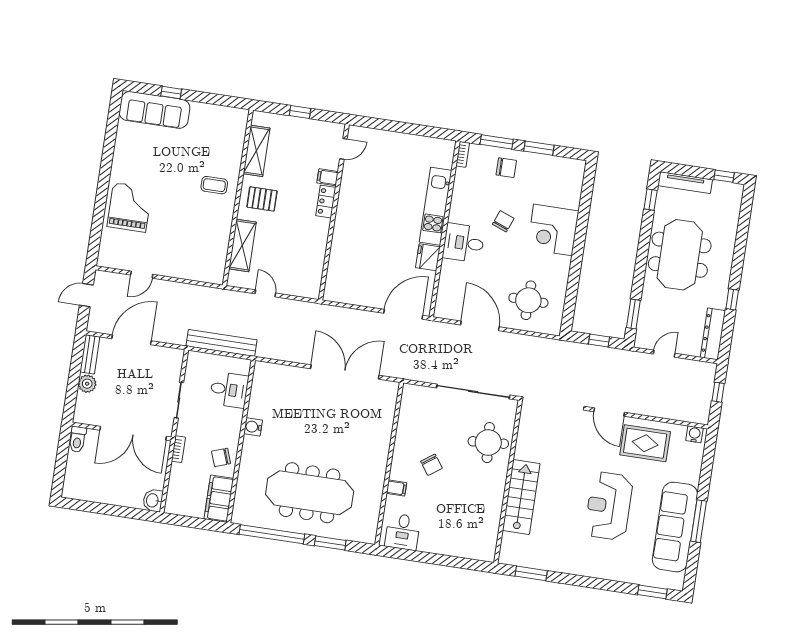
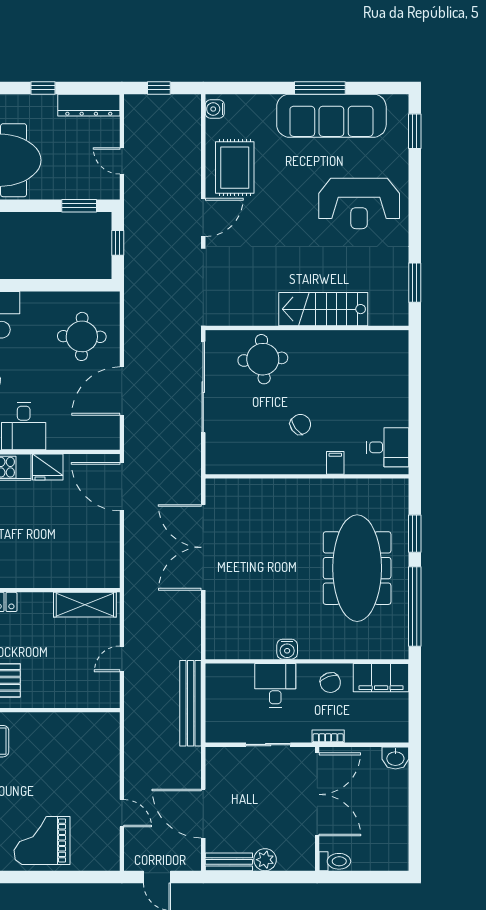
shelving: (242, 245) -> (85, 605), moved
desk: (229, 390) -> (275, 685), moved
reception desk: (609, 506) -> (359, 203), moved

